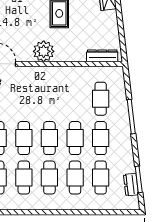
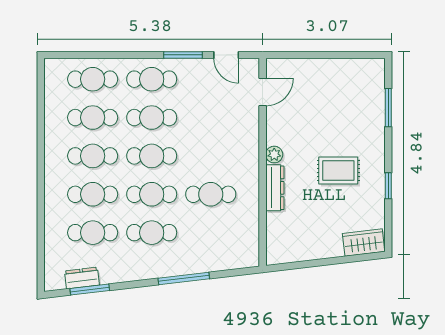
plant: (44, 51) -> (274, 155), width x0.53, depth x0.53
dresser: (102, 56) -> (275, 188), moved
cafe table: (101, 99) -> (211, 194), moved

